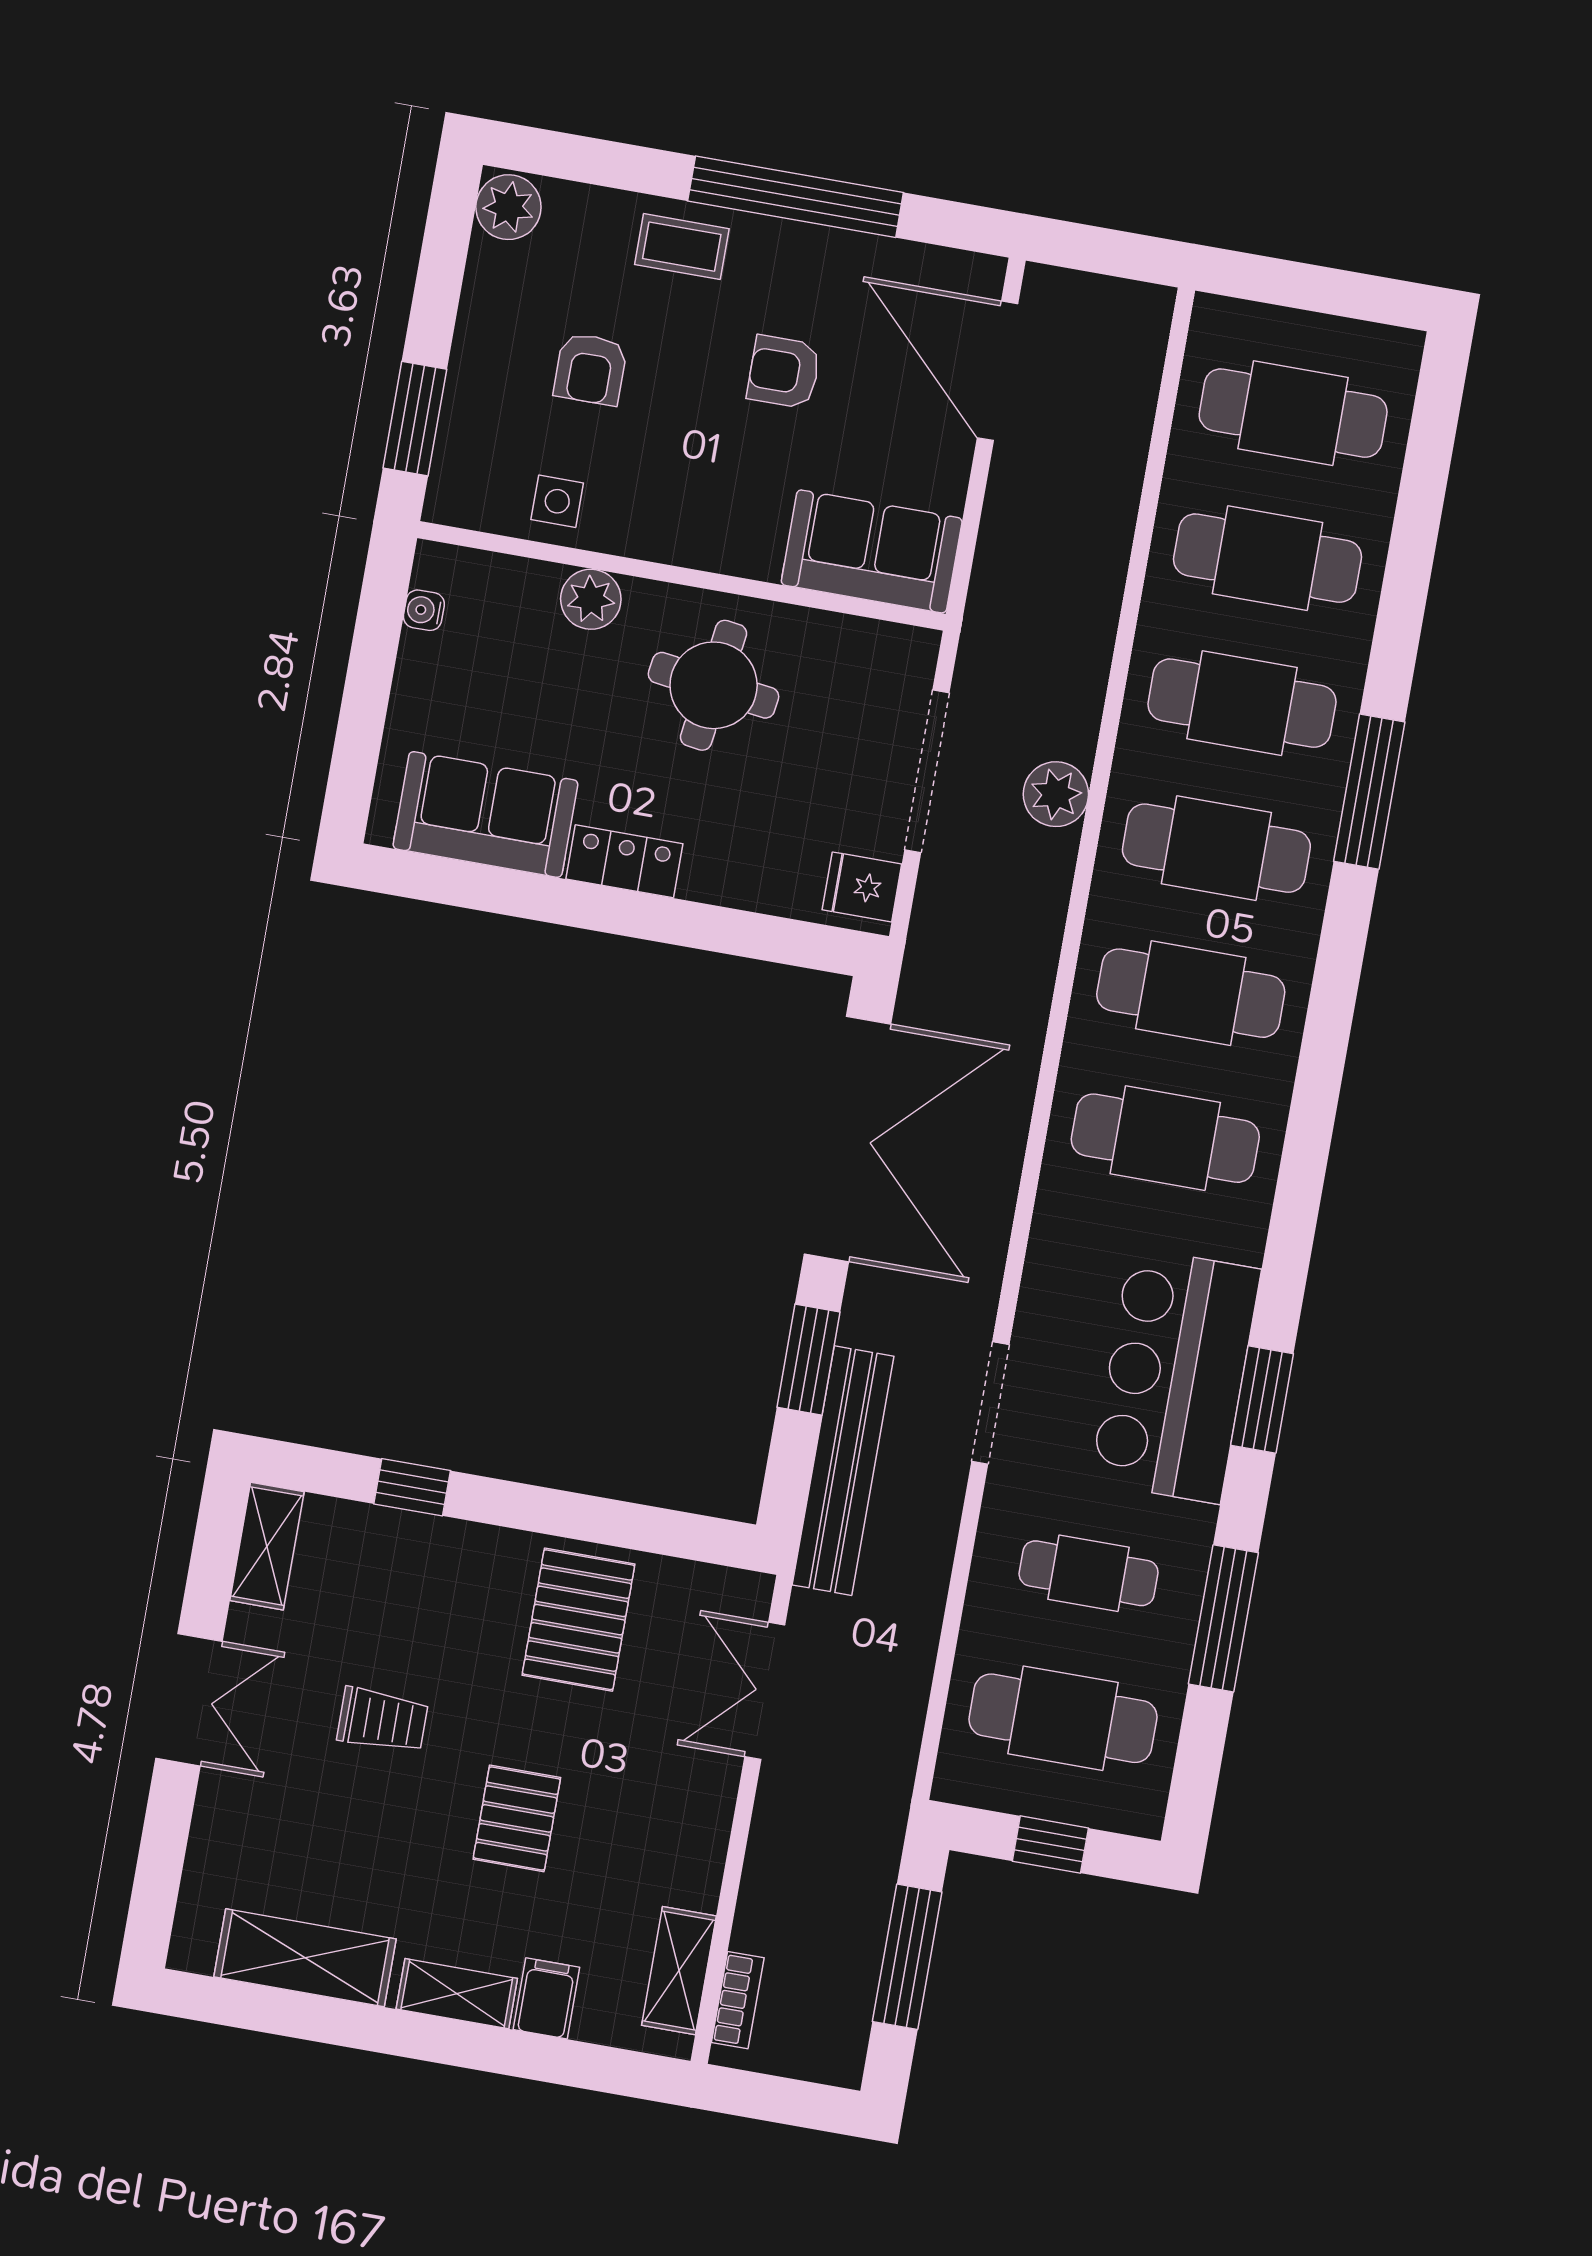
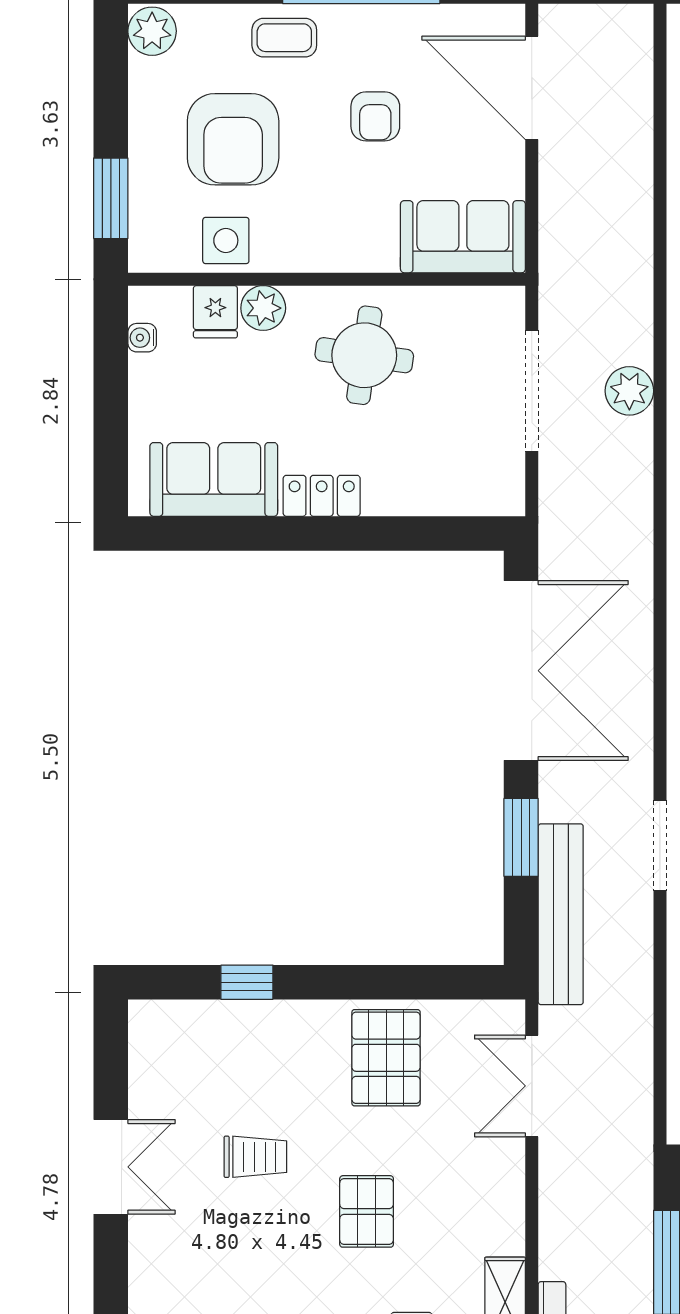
armchair: (590, 369) -> (233, 139), width x1.88, depth x1.88
armchair: (784, 372) -> (375, 116), turned -90
side table: (557, 501) -> (226, 240), width x1.37, depth x1.37
fridge: (862, 887) -> (215, 312), moved, turned -90
shelving: (267, 1546) -> (148, 1044), removed

